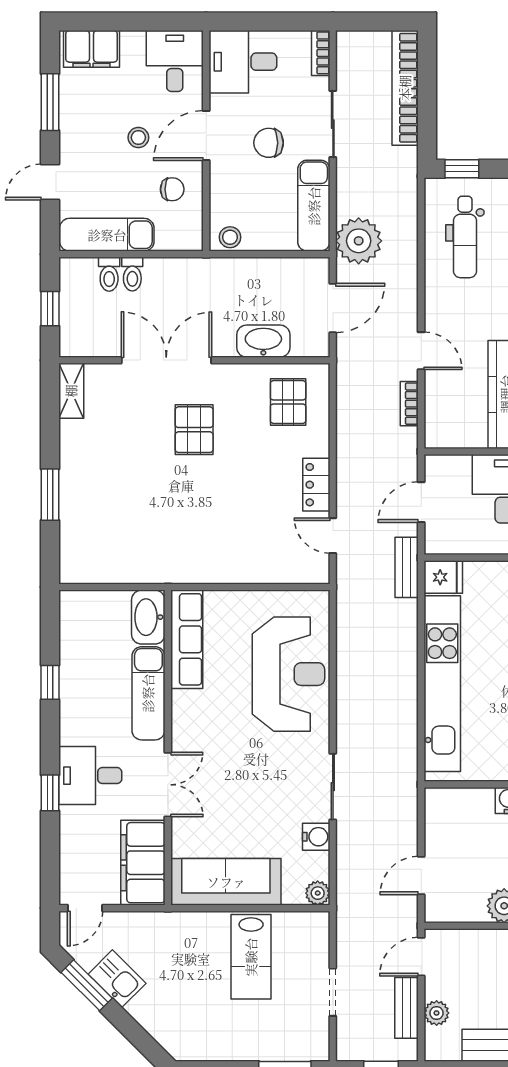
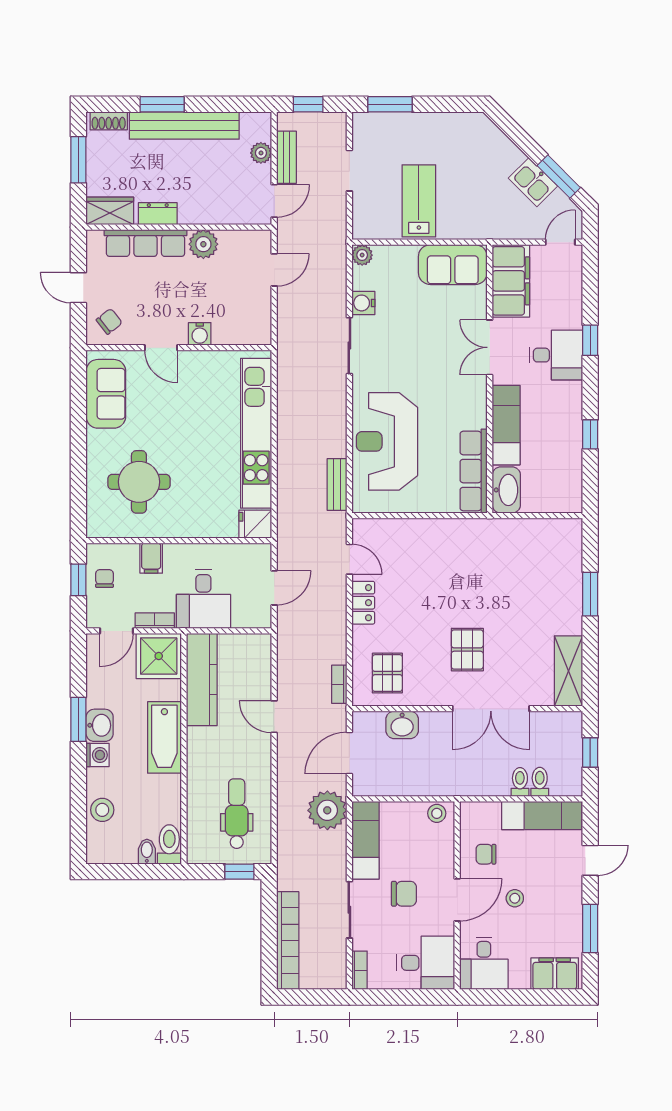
washbasin: (263, 341) -> (402, 725), width x0.72
shelving: (71, 391) -> (568, 671), width x1.50, depth x1.33
bookcase: (409, 404) -> (339, 684), moved, turned 180
bench: (407, 567) -> (337, 484), moved
sofa: (226, 882) -> (453, 265), width x0.73

